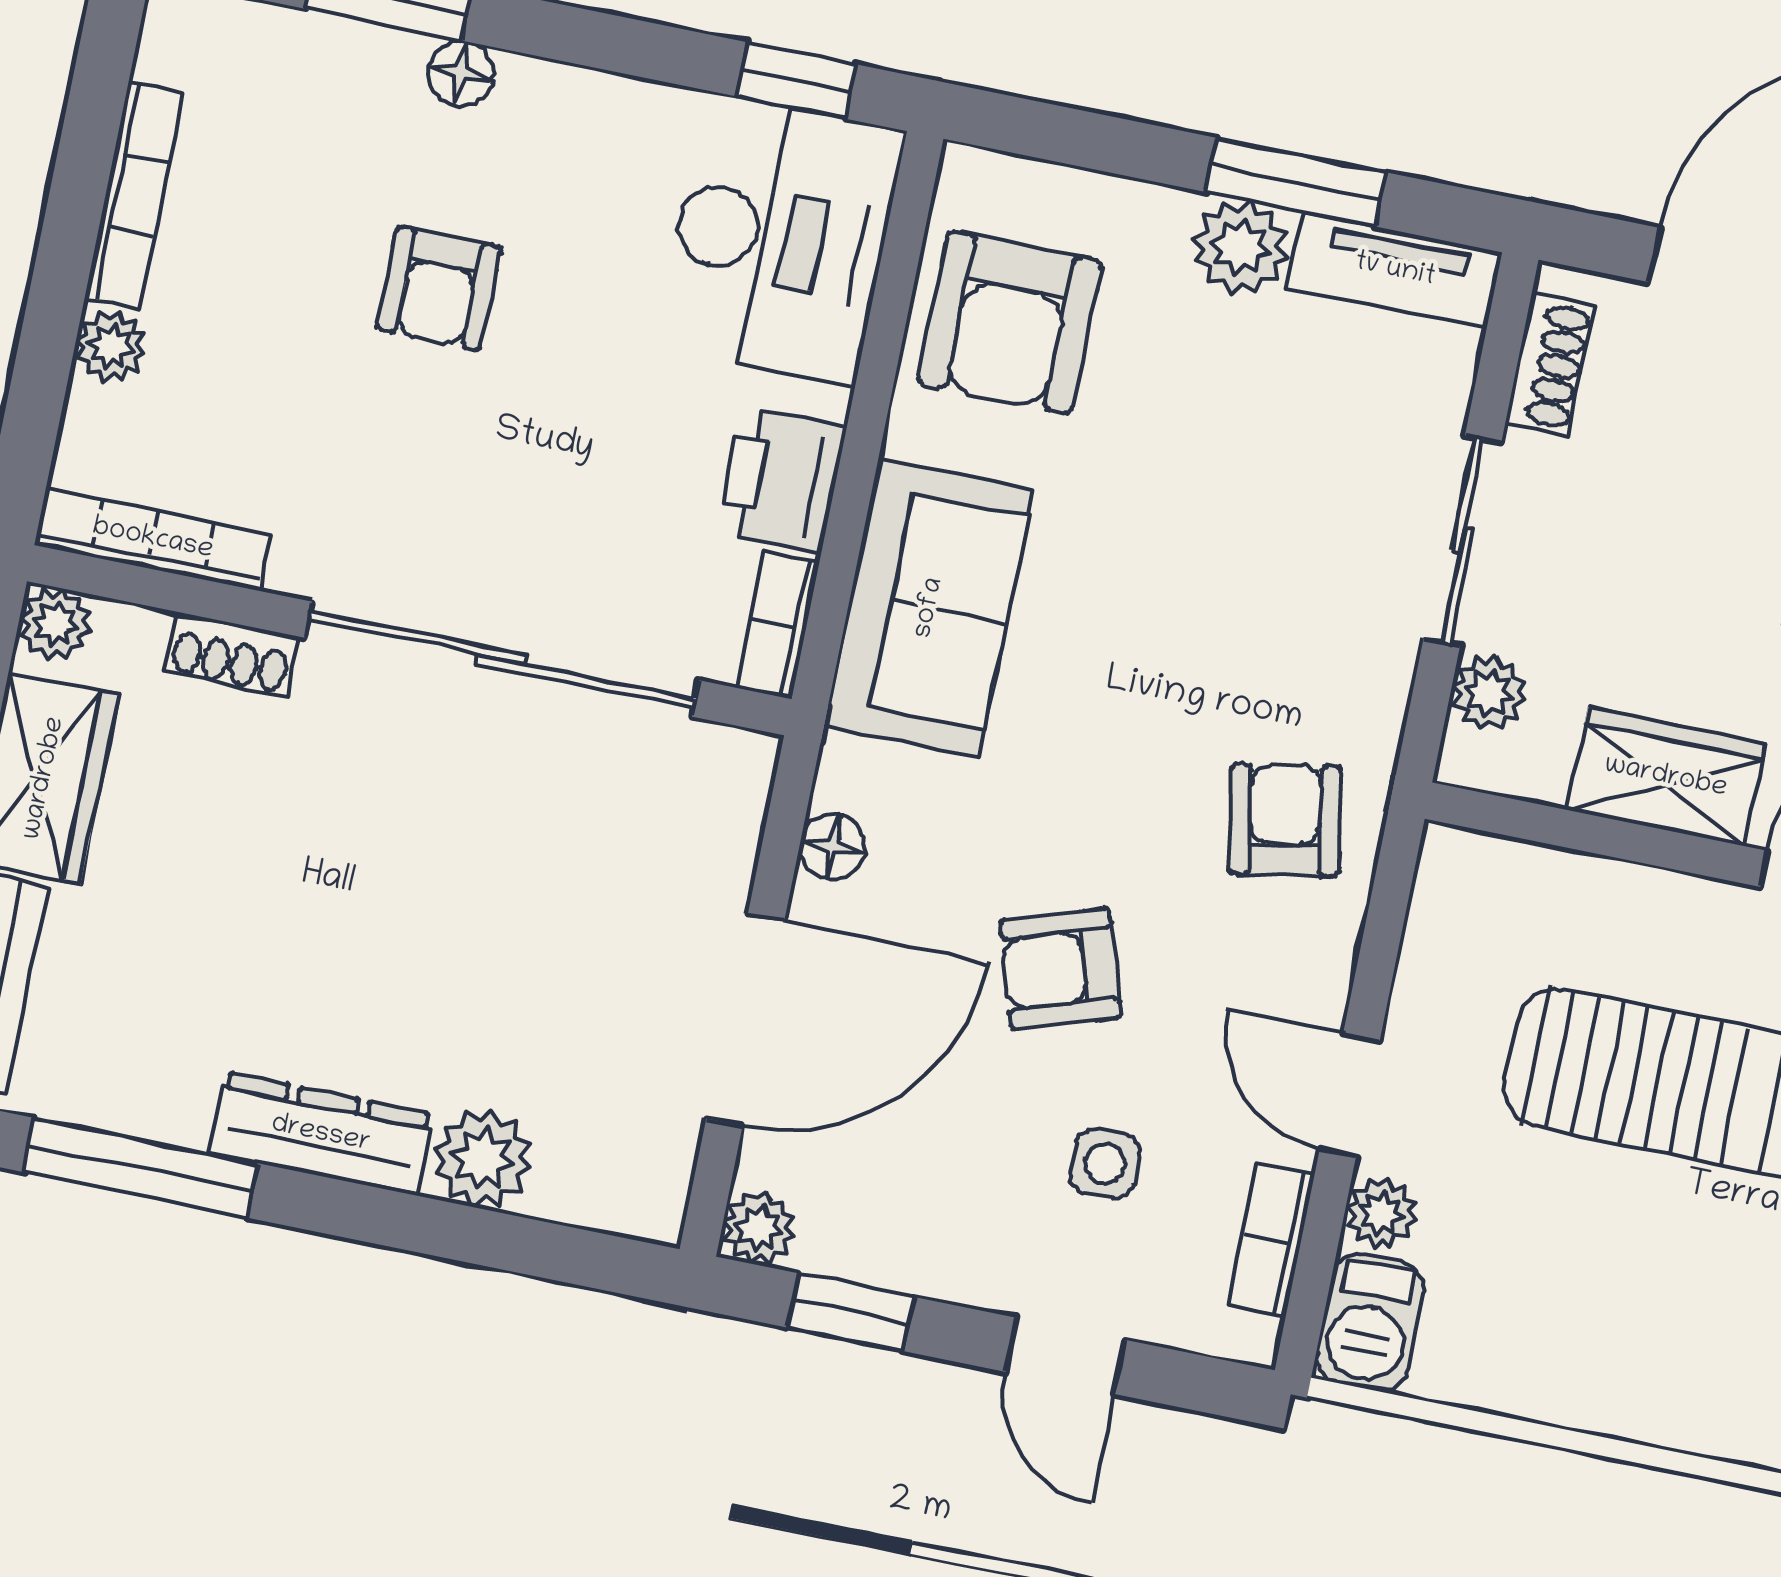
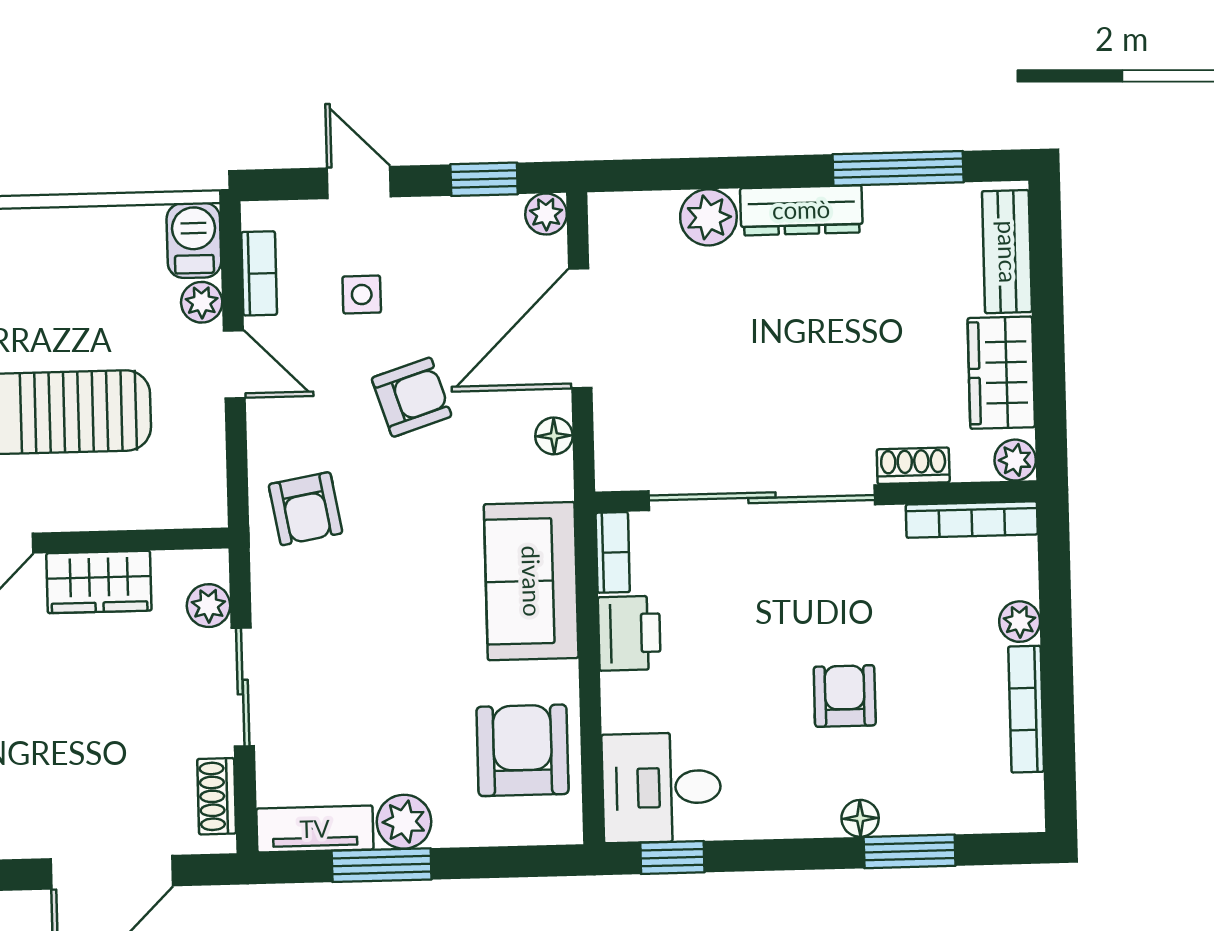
desk: (780, 239) -> (662, 788), width x0.73

